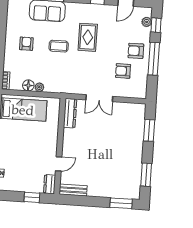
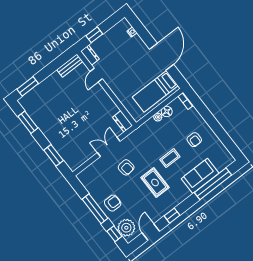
plant: (147, 22) -> (126, 228), width x1.88, depth x1.88
armchair: (123, 71) -> (126, 167), moved, turned 83
dresser: (70, 113) -> (122, 121), width x0.70

